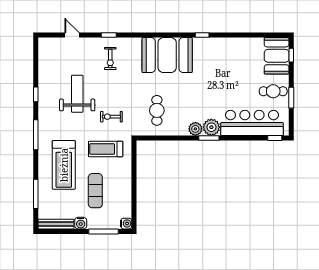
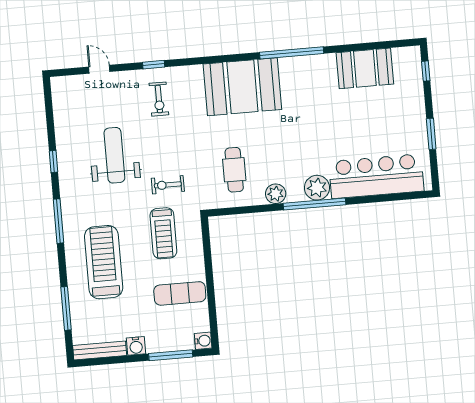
window: (202, 35) -> (292, 53), width x3.17
booth: (277, 56) -> (365, 68), moved, turned 90
cafe table: (273, 91) -> (404, 127), removed
plant: (195, 129) -> (276, 194), moved
window: (209, 138) -> (315, 204), width x2.11
window: (275, 138) -> (412, 196), removed
treadmill: (106, 149) -> (163, 233), turned -90
treadmill: (64, 165) -> (104, 262), turned 180
exercise mat: (95, 191) -> (180, 293), moved, turned 90

